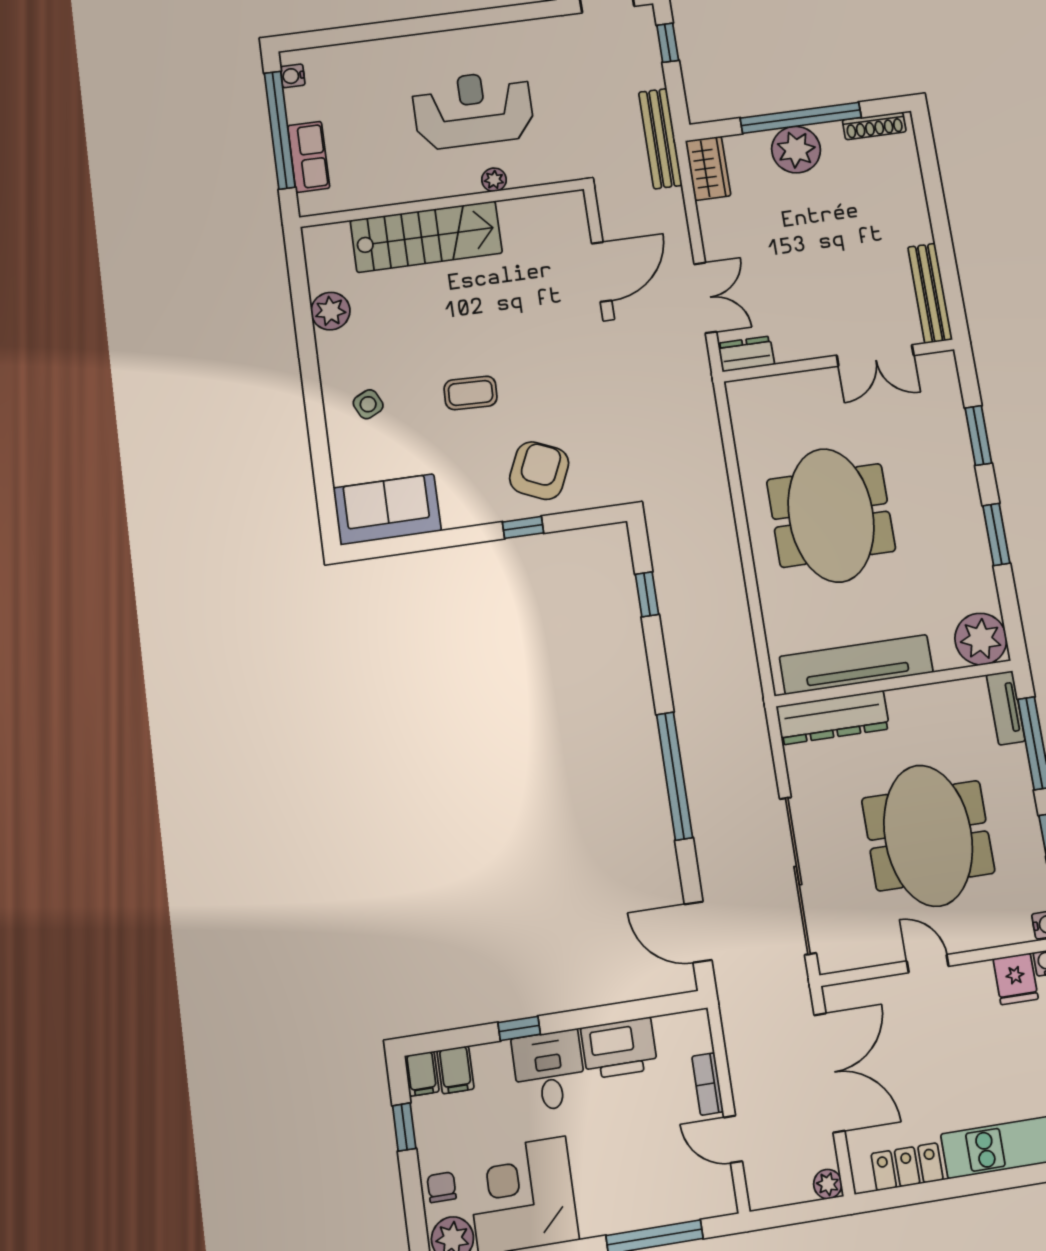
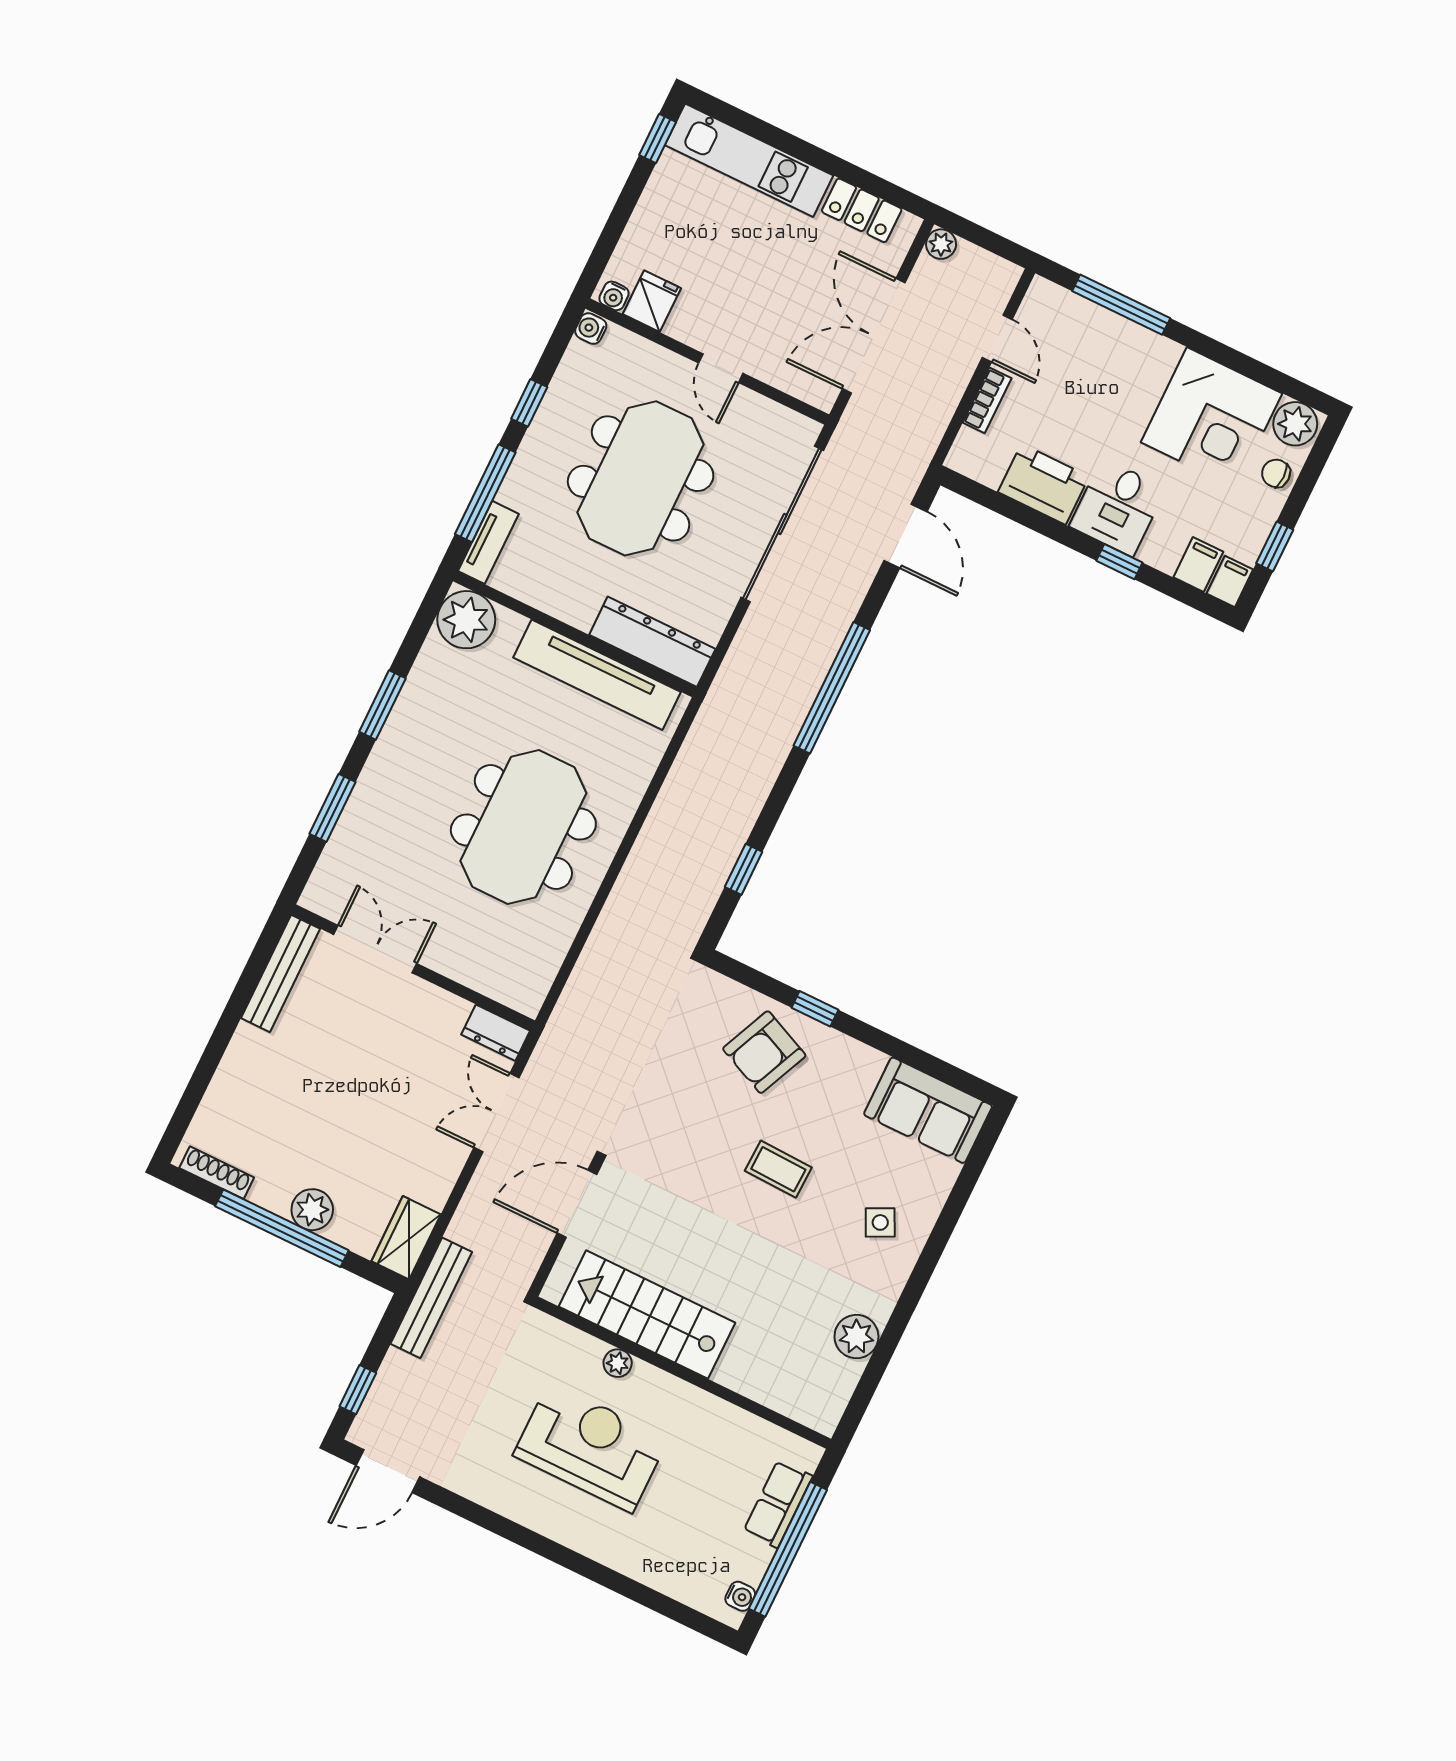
reception desk: (473, 109) -> (591, 1447), turned 180
plant: (796, 150) -> (312, 1210), width x0.73, depth x0.73
stairs: (426, 237) -> (647, 1315), moved
chair: (442, 1187) -> (1276, 473), turned 90

